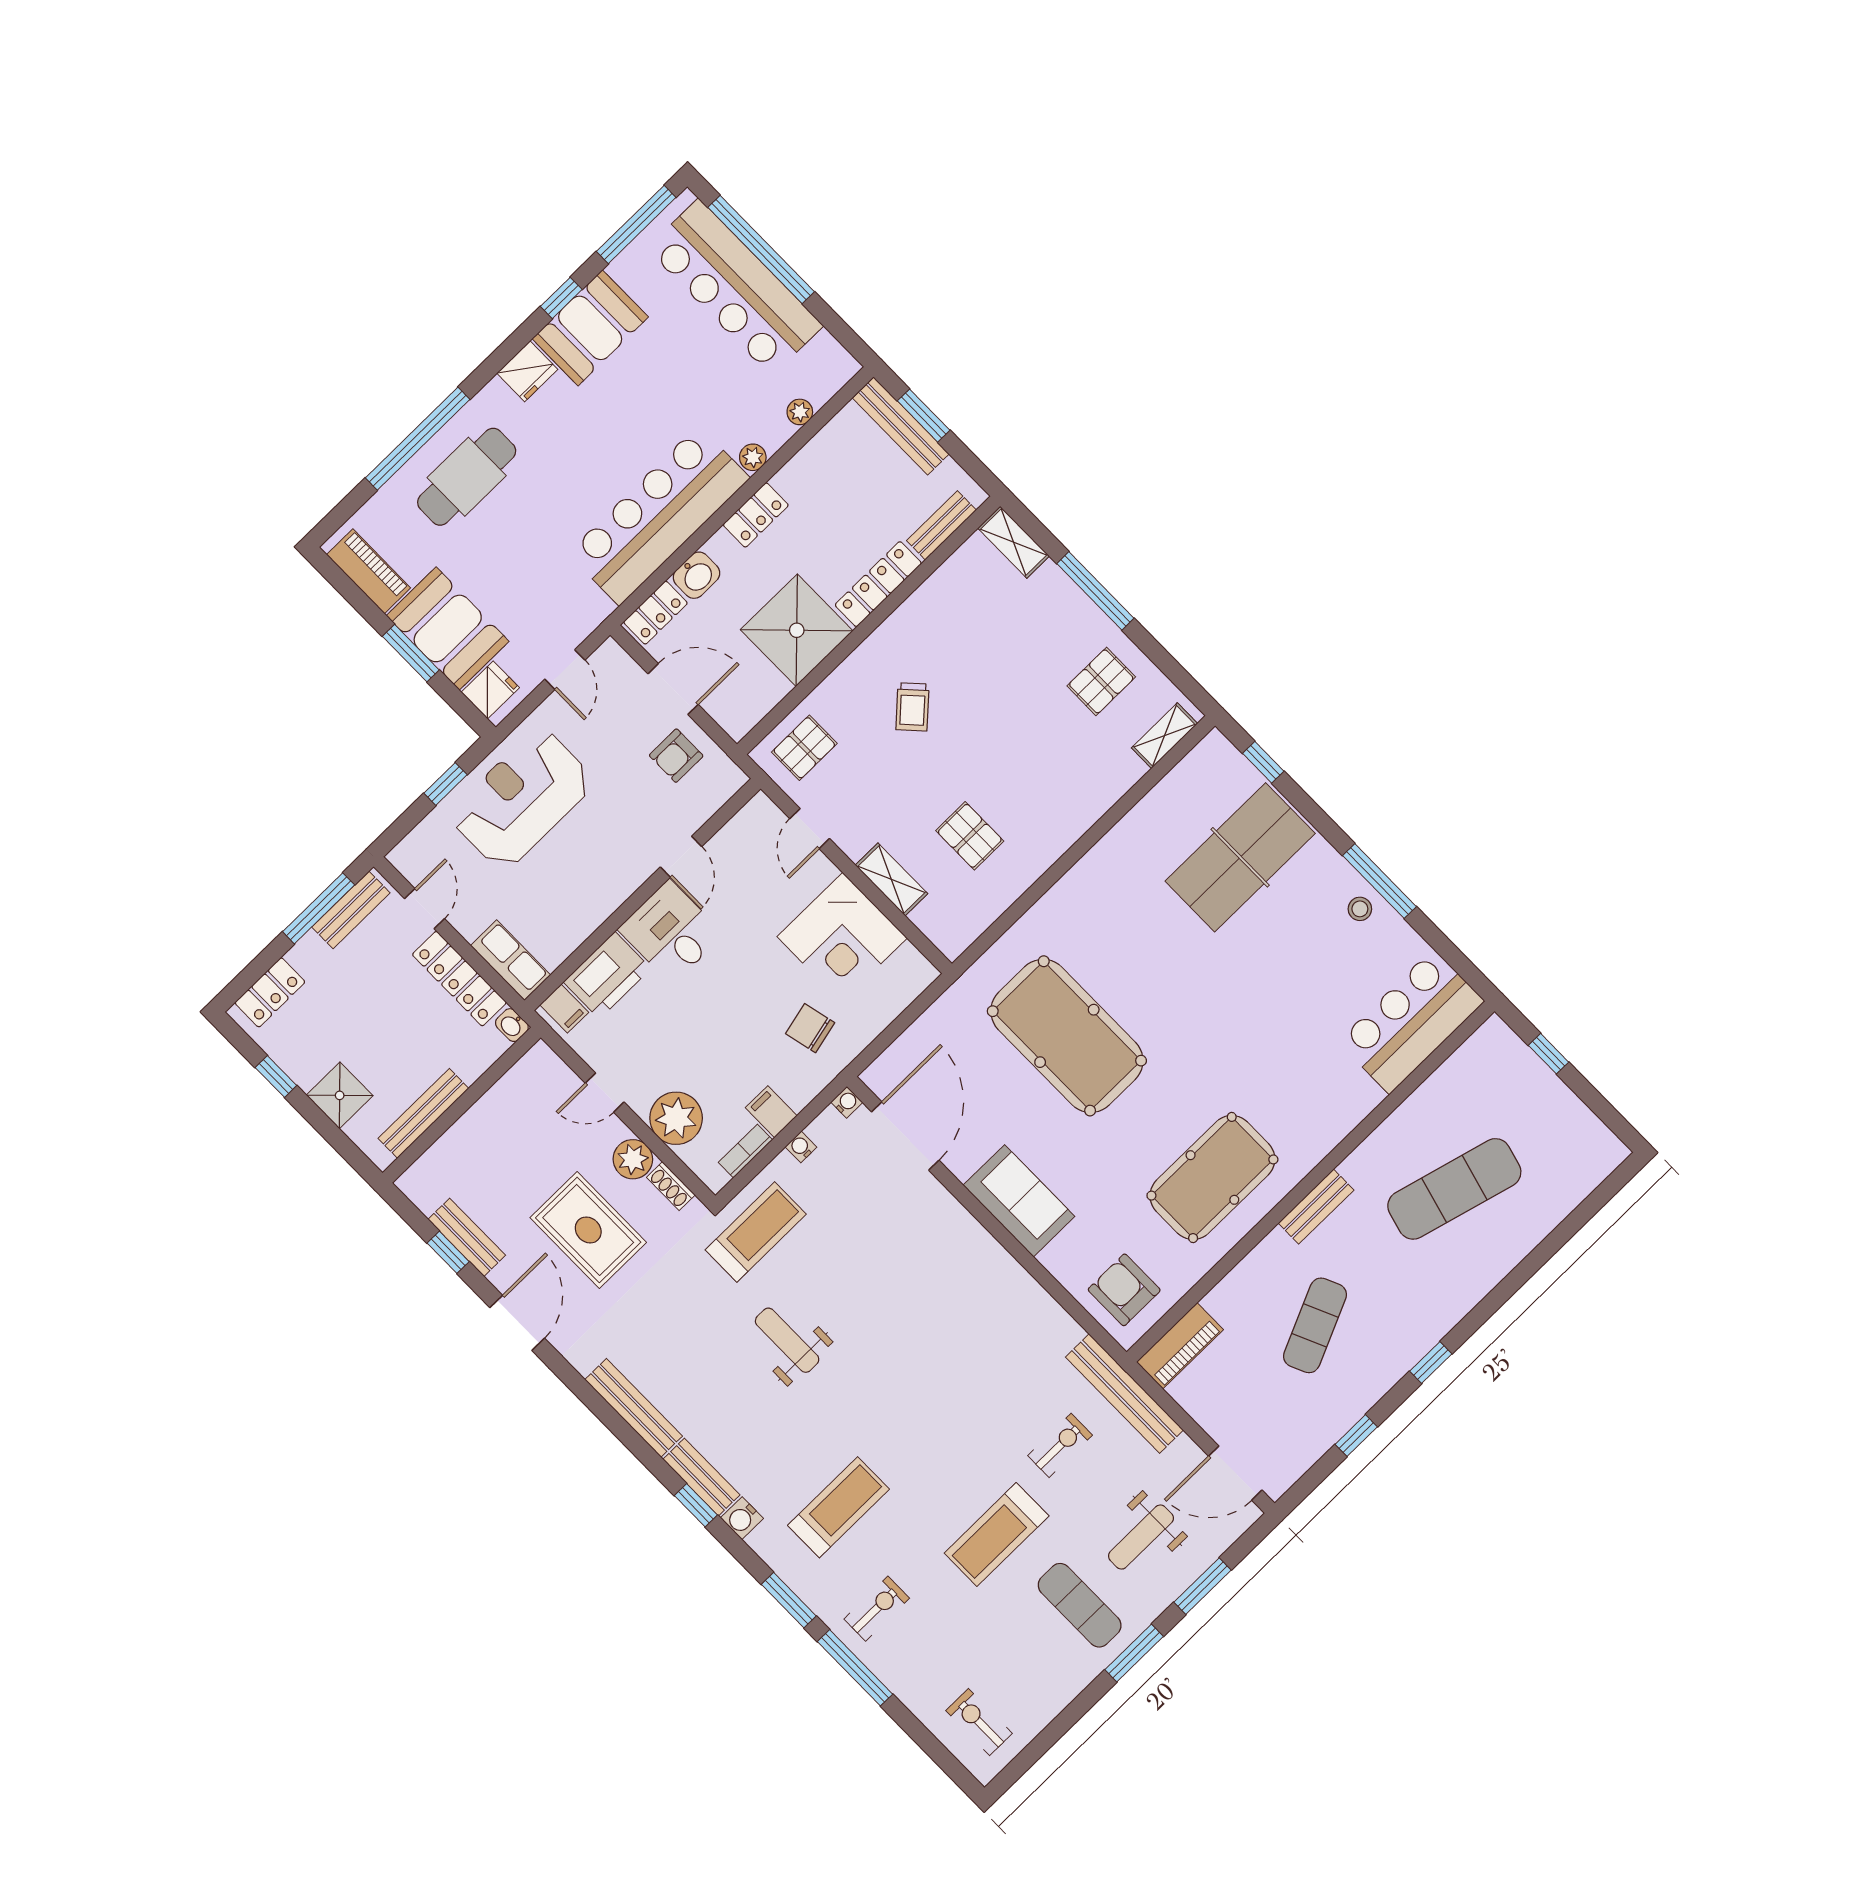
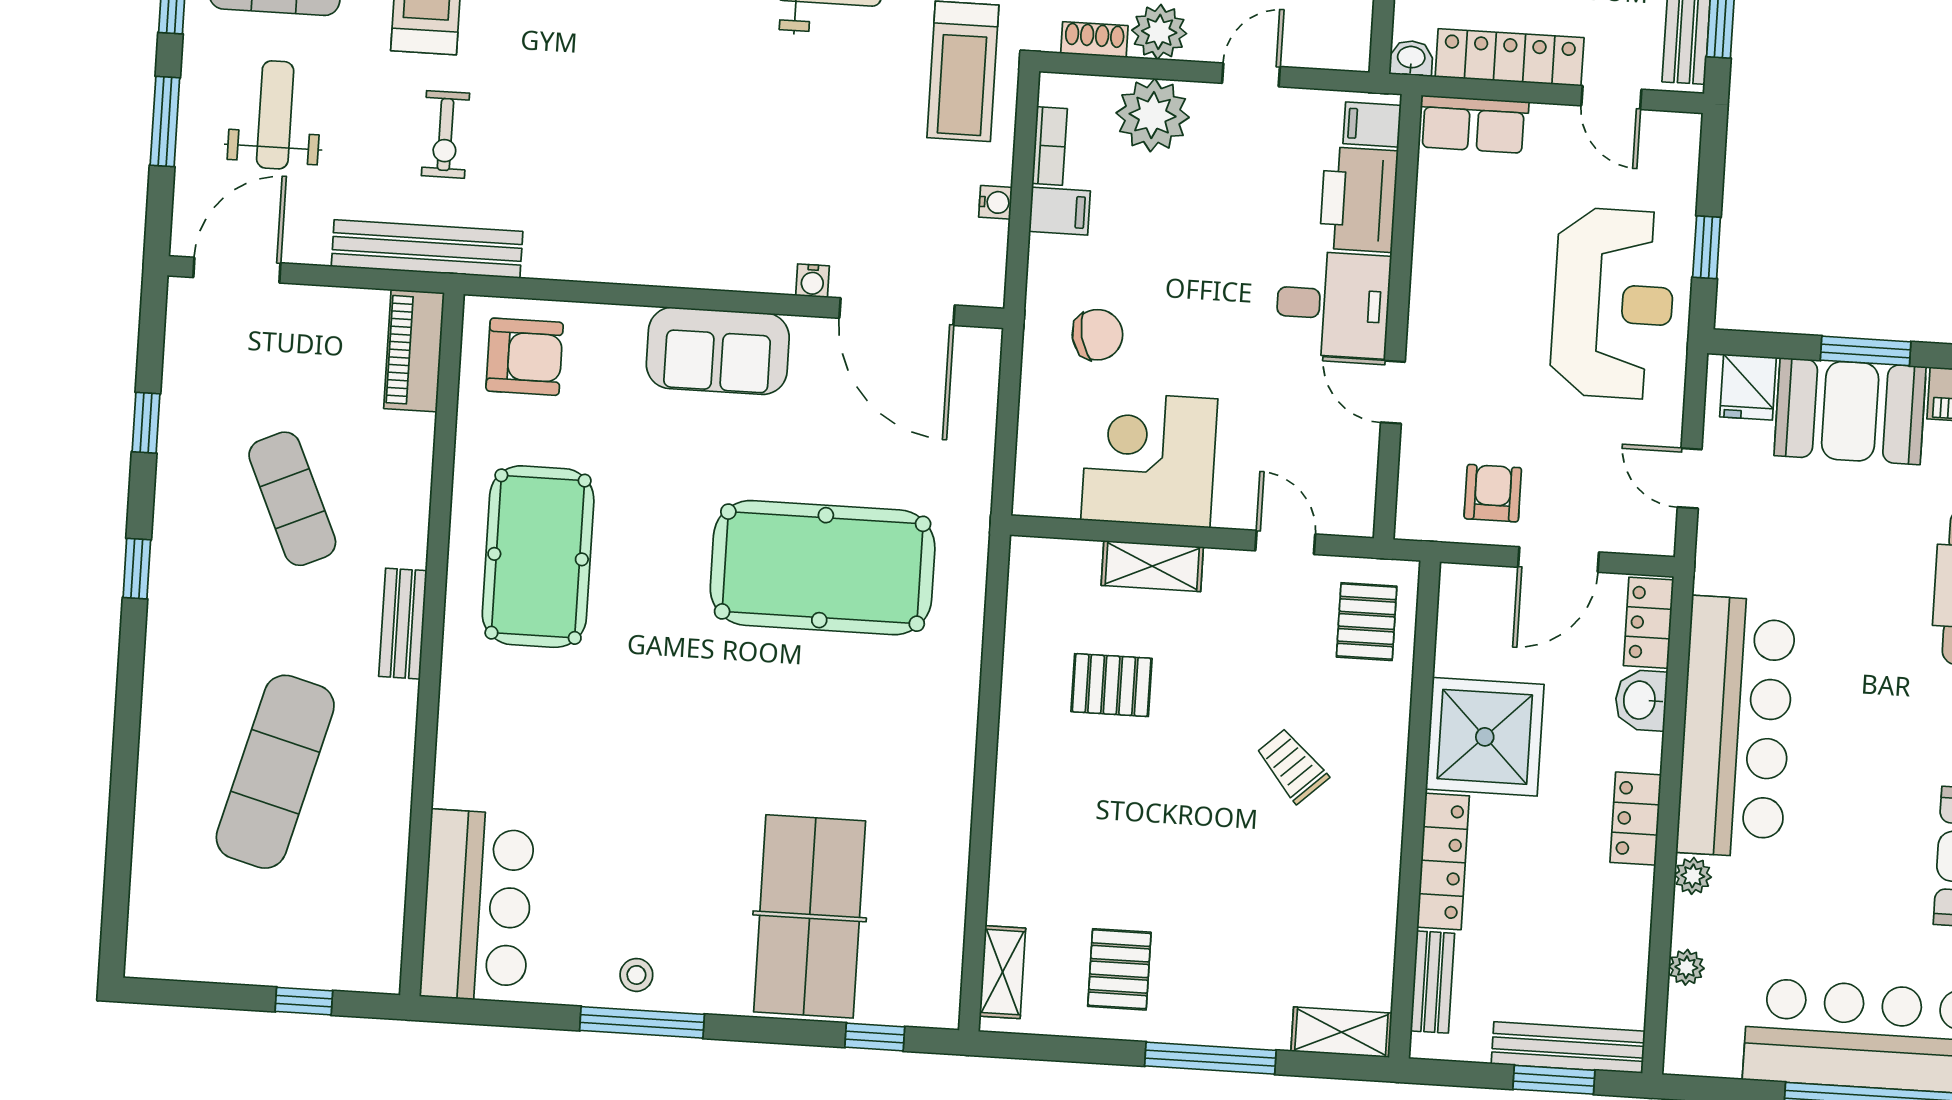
water cooler: (847, 1102) -> (812, 281), moved

